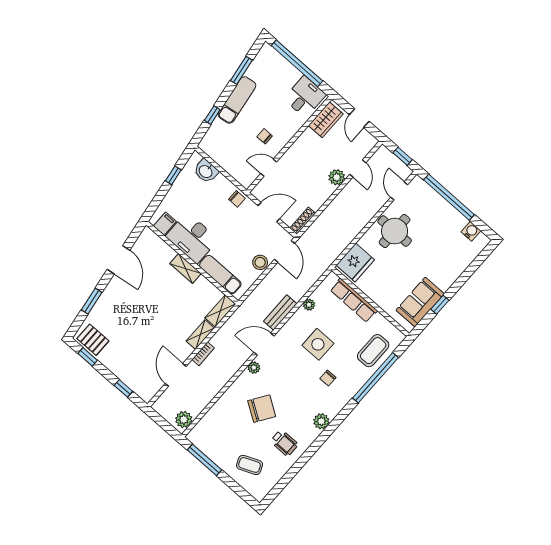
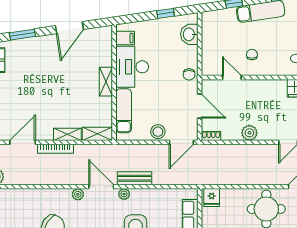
plant: (337, 177) -> (249, 133), moved
shoe rack: (303, 221) -> (211, 136), width x0.70
fridge: (355, 263) -> (212, 198), width x0.53, depth x0.75
plant: (309, 305) -> (124, 194), moved
bookcase: (203, 354) -> (55, 149), width x1.56

